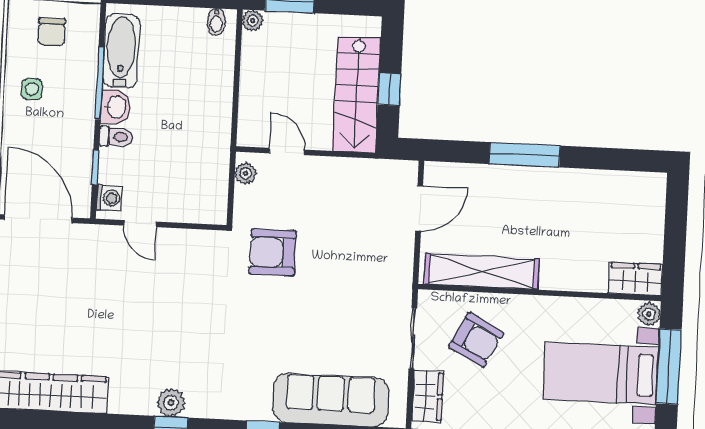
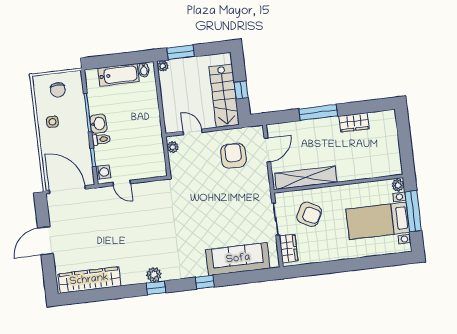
bathtub: (121, 51) -> (118, 75), moved, turned 90
armchair: (273, 252) -> (233, 156), moved, turned 90
wardrobe: (635, 279) -> (354, 122), moved, turned 180

